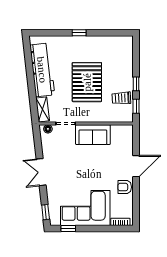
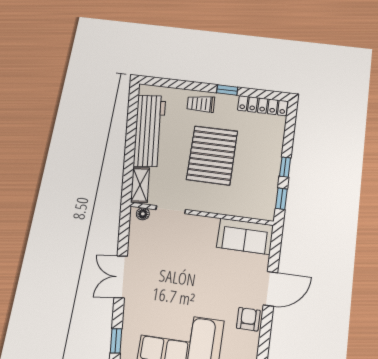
window: (79, 33) -> (227, 90), moved
locker: (116, 41) -> (263, 106), added
trolley: (121, 98) -> (201, 104), moved
sofa: (93, 135) -> (245, 236), moved
armchair: (125, 187) -> (248, 319), turned 90

